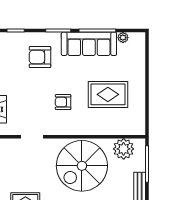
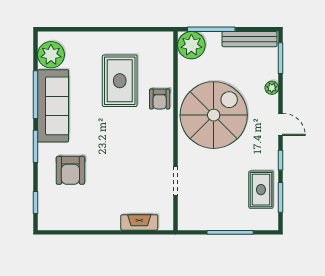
plant: (123, 38) -> (51, 55), width x1.87, depth x1.87
armchair: (63, 102) -> (160, 99), moved
plant: (124, 149) -> (191, 45), moved
spiral stairs: (82, 166) -> (214, 115), turned -90

